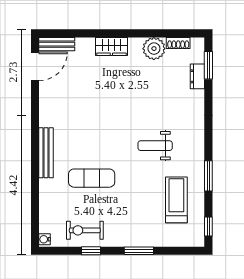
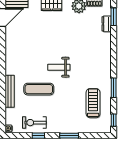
weight bench: (155, 146) -> (59, 67), moved
bench: (46, 153) -> (10, 91), moved

